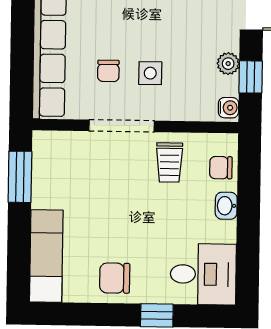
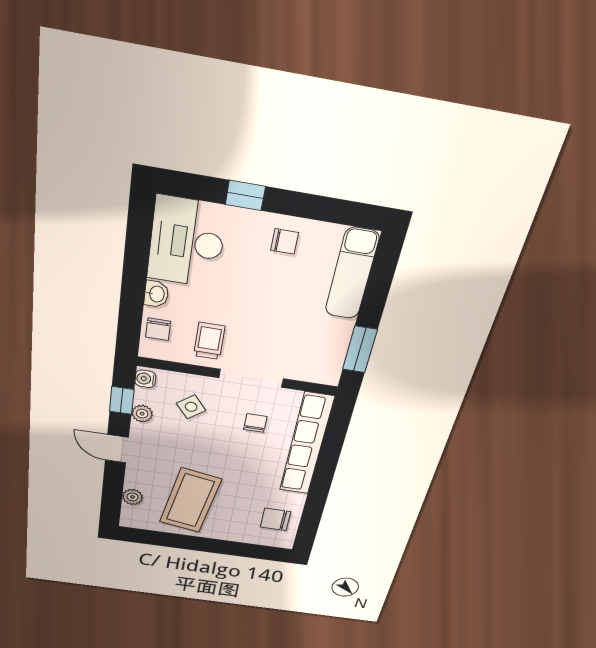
side table: (150, 73) -> (191, 407), moved, turned -38
chair: (221, 168) -> (158, 329), turned 90
desk: (203, 274) -> (187, 242), width x1.37
chair: (115, 278) -> (285, 241), width x0.73, depth x0.73

